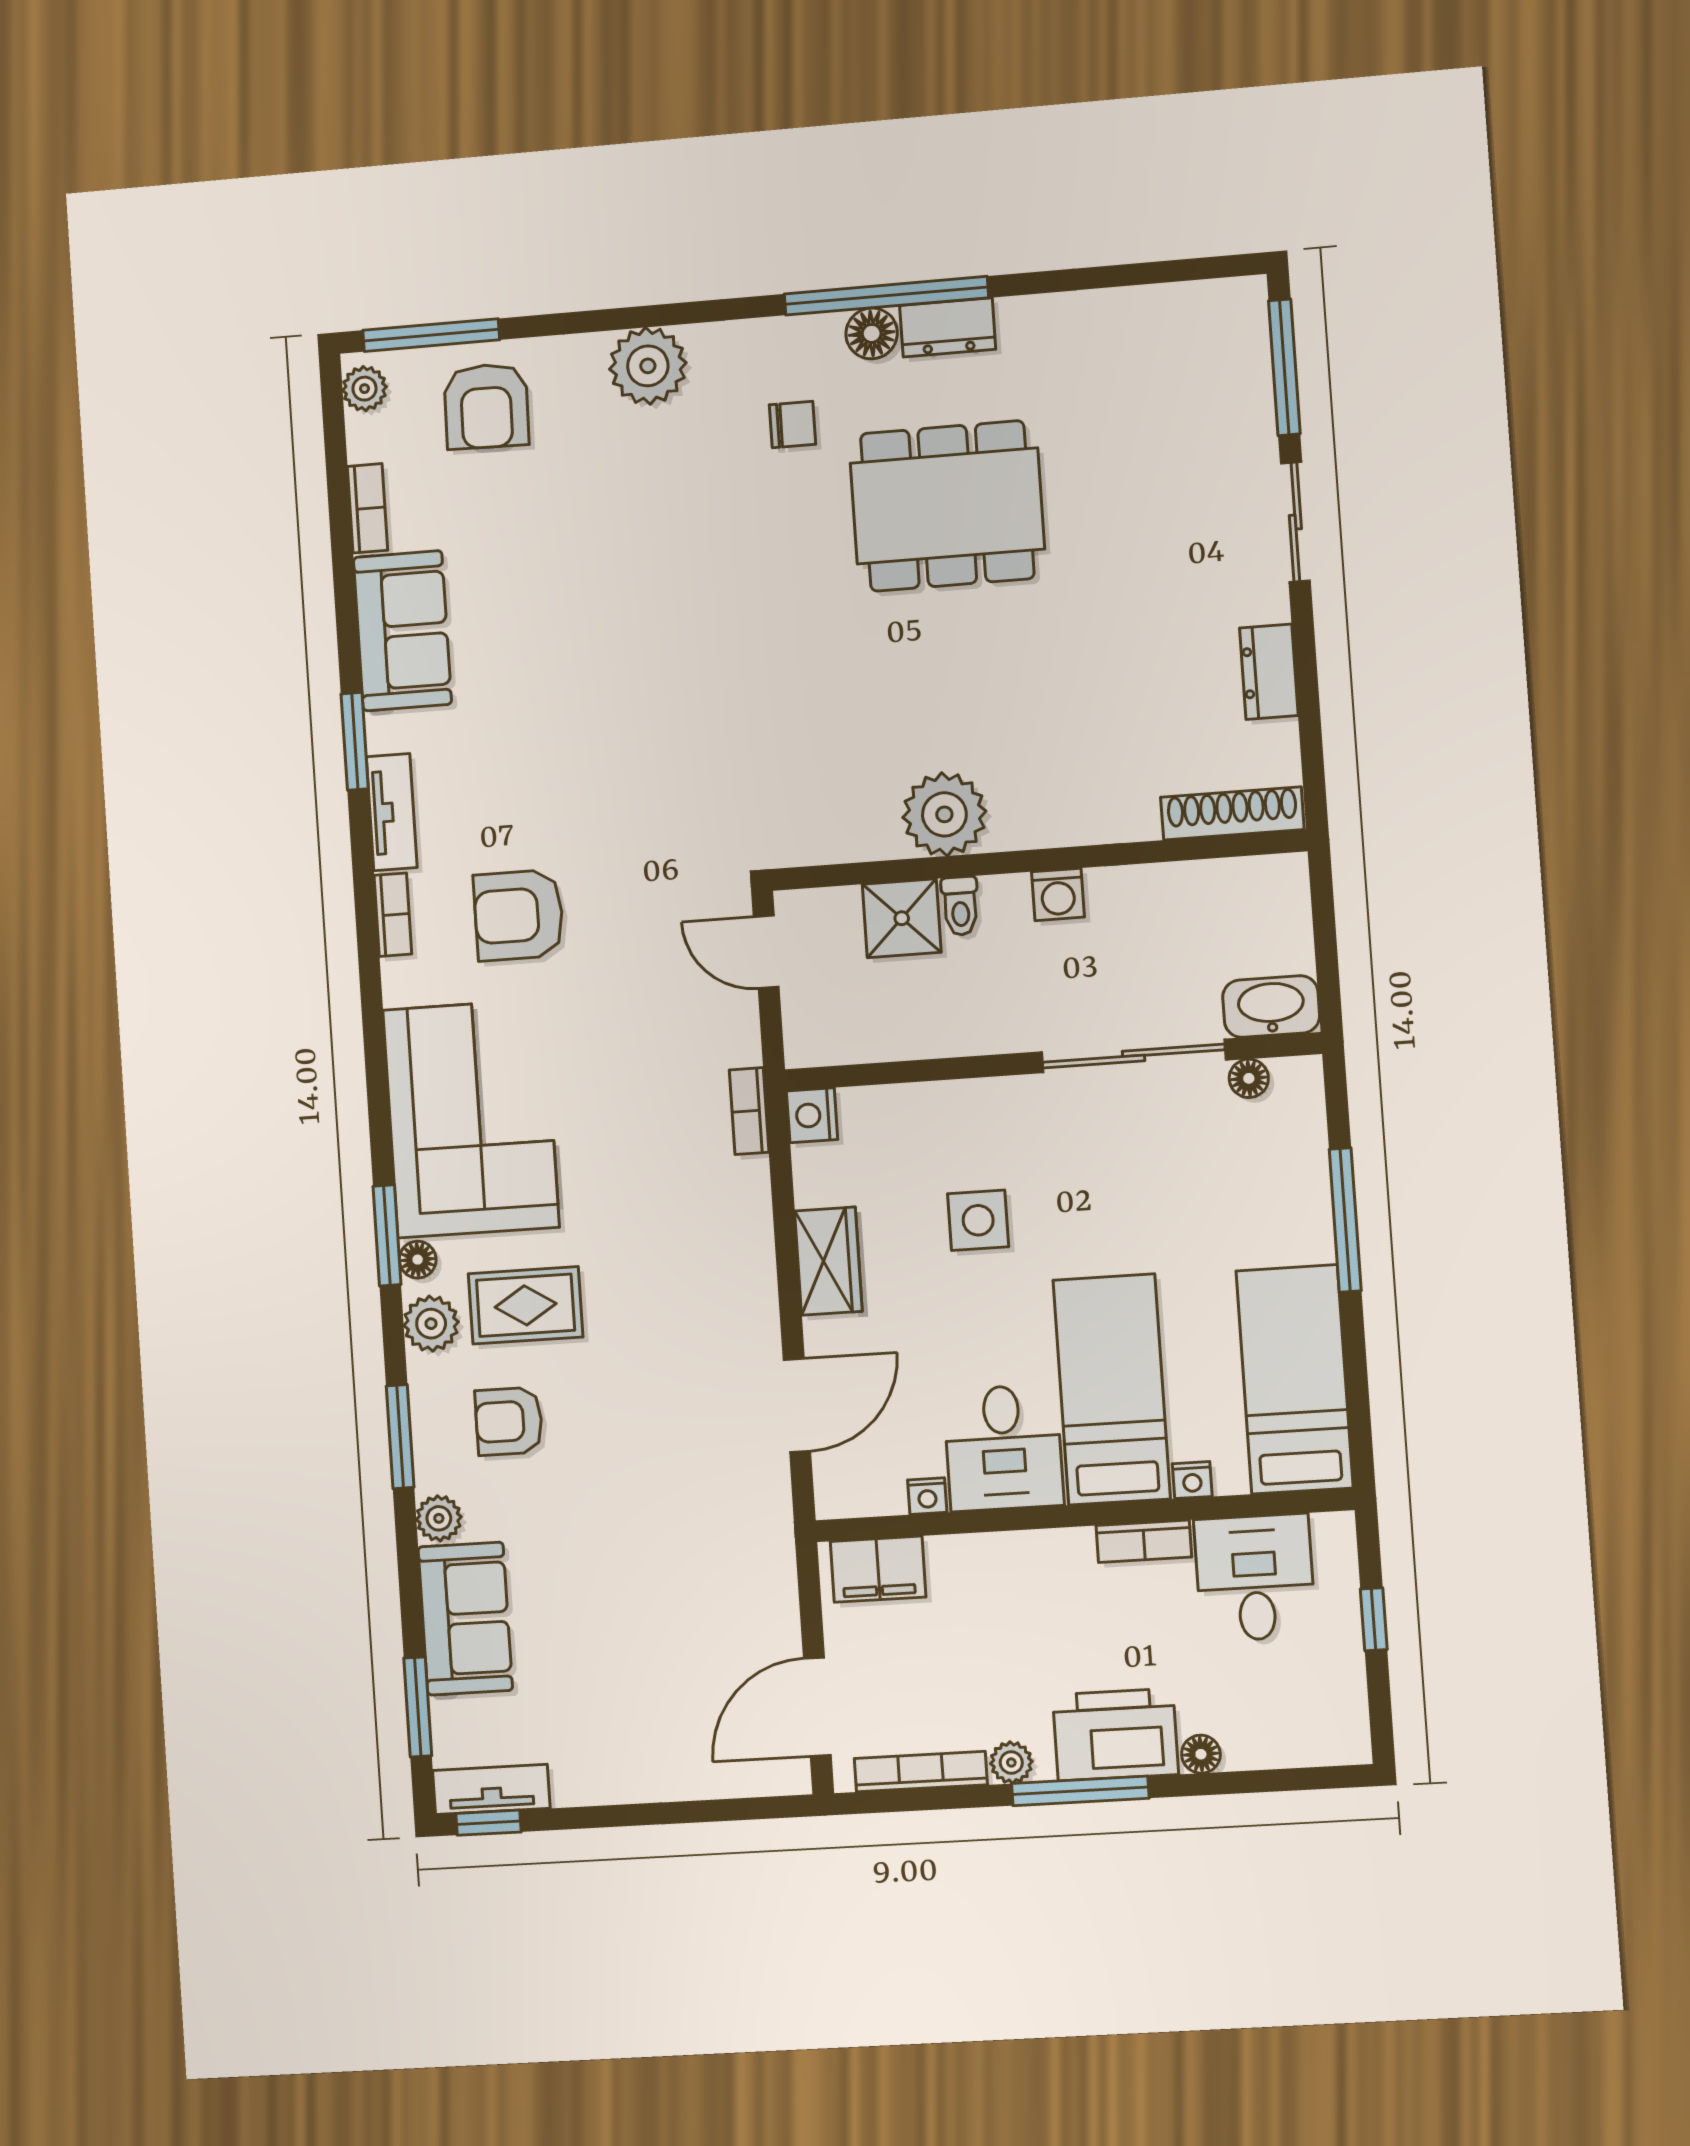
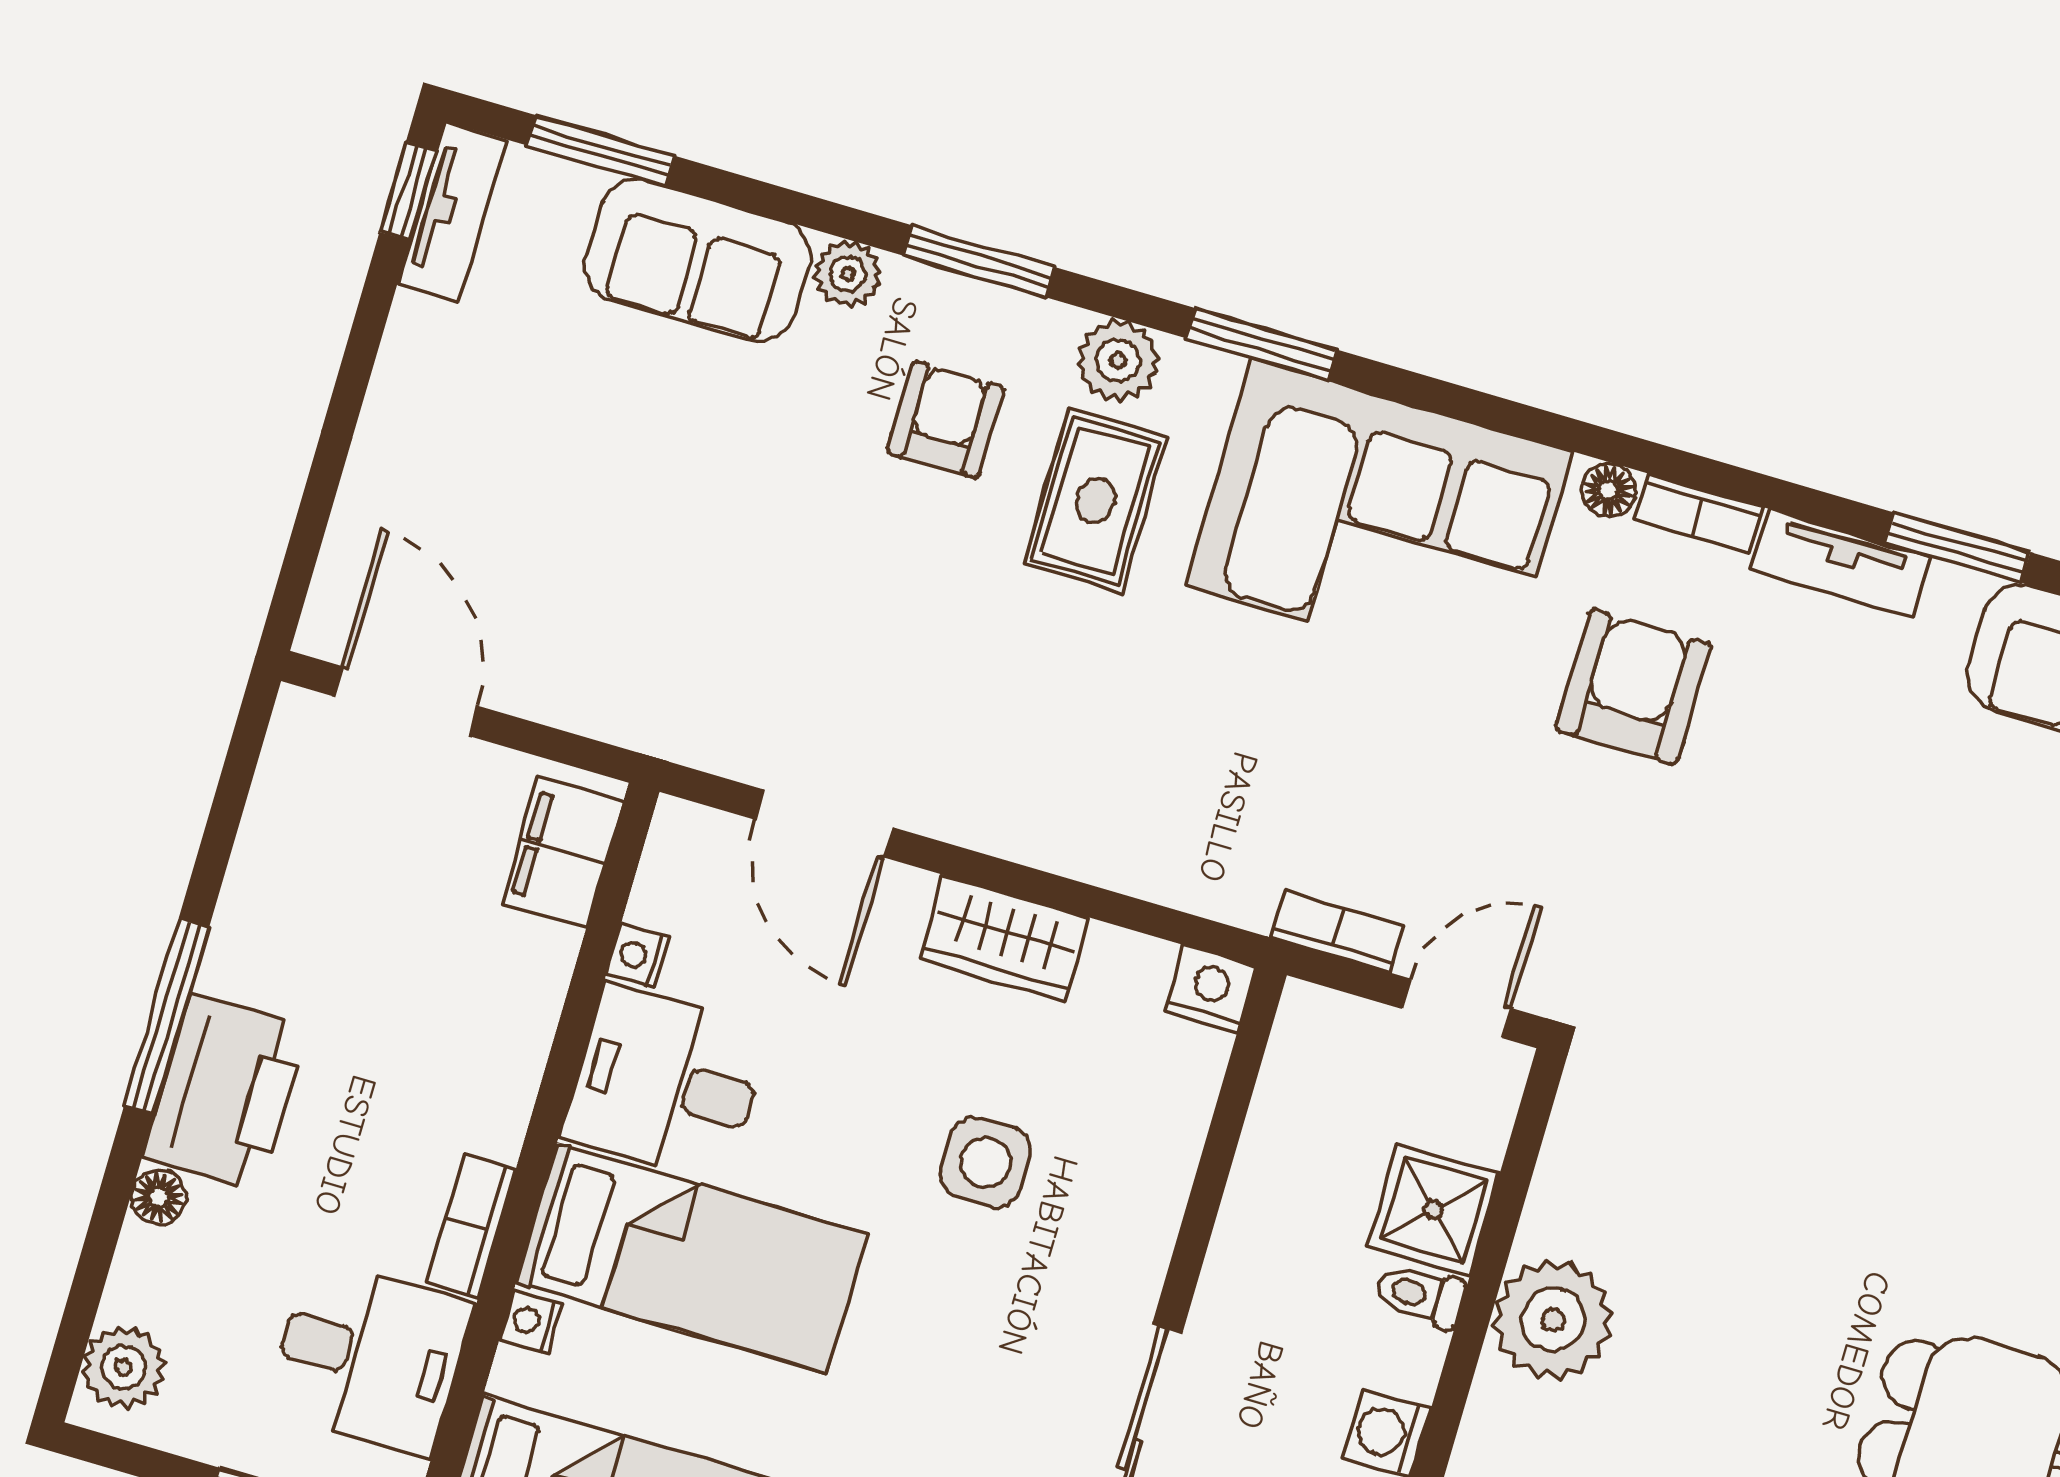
bookcase: (749, 1111) -> (1338, 932), moved
floor lamp: (418, 1260) -> (1609, 490), moved
plant: (1011, 1763) -> (124, 1367), moved, width x1.38, depth x1.38
bookcase: (921, 1772) -> (269, 810), removed

